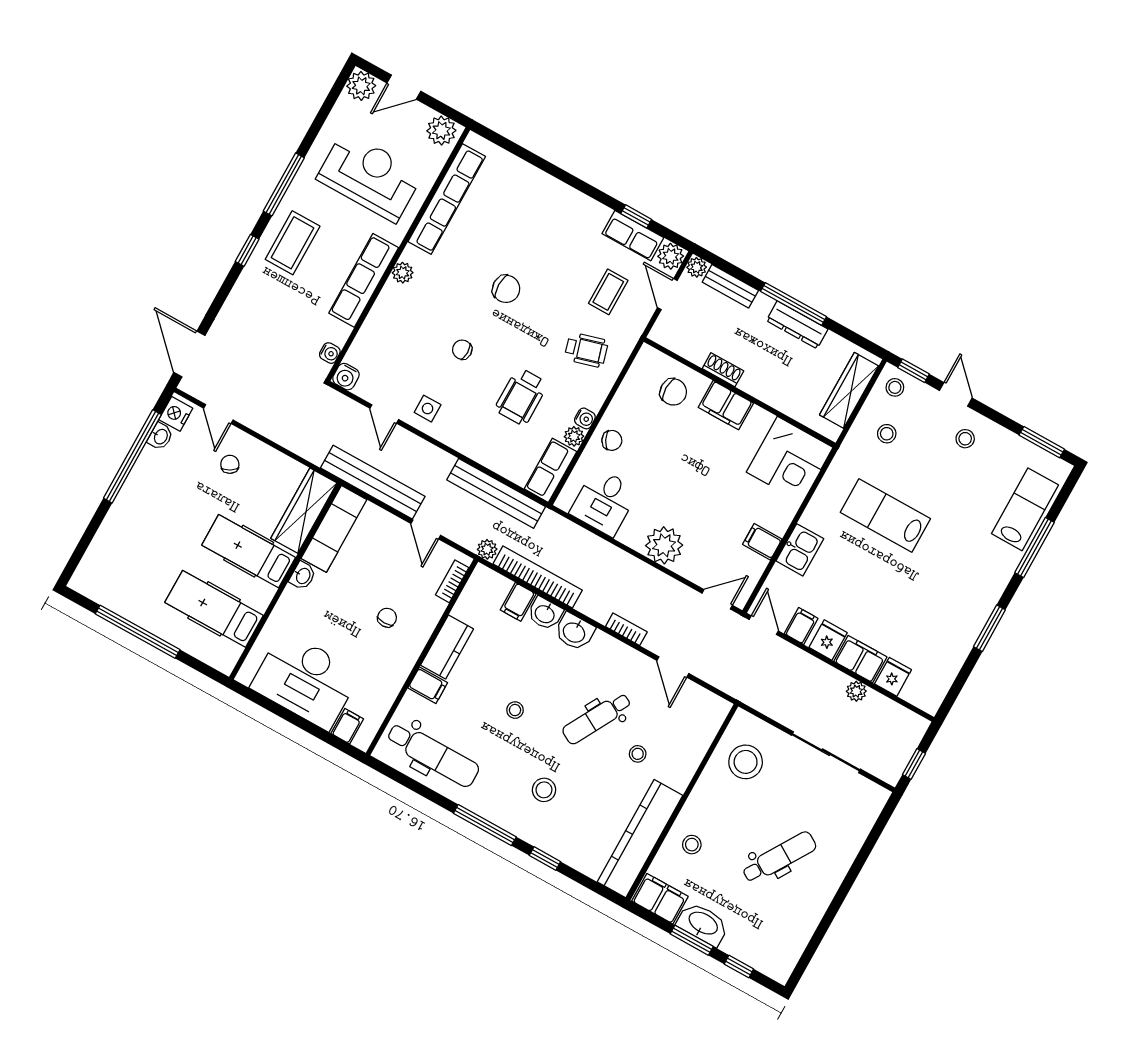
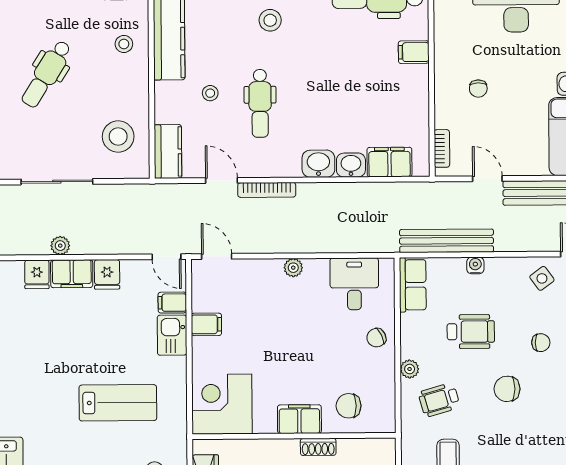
chair: (506, 289) -> (507, 389), moved
wheelchair: (521, 397) -> (471, 332), turned 90
side table: (428, 409) -> (542, 278), turned -36
water cooler: (585, 418) -> (475, 265), moved, turned 90
plant: (574, 436) -> (410, 369), moved
plant: (664, 545) -> (293, 268), width x0.53, depth x0.53
plant: (487, 549) -> (428, 191), removed
bookcase: (538, 577) -> (374, 192), removed
door: (717, 599) -> (217, 256), swing flipped
filing cabinet: (518, 602) -> (389, 162), width x2.00
filing cabinet: (801, 626) -> (172, 303), moved, turned 90
bookcase: (626, 629) -> (267, 190), width x1.56
kitchen counter: (447, 647) -> (168, 151), moved, turned 180
stool: (515, 710) -> (331, 72), removed
dental chair: (597, 718) -> (260, 103), turned 151

